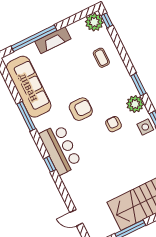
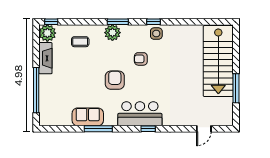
fireplace: (53, 40) -> (45, 58), moved
sofa: (29, 87) -> (88, 117), width x0.54, depth x0.79
plant: (135, 104) -> (112, 33), moved

